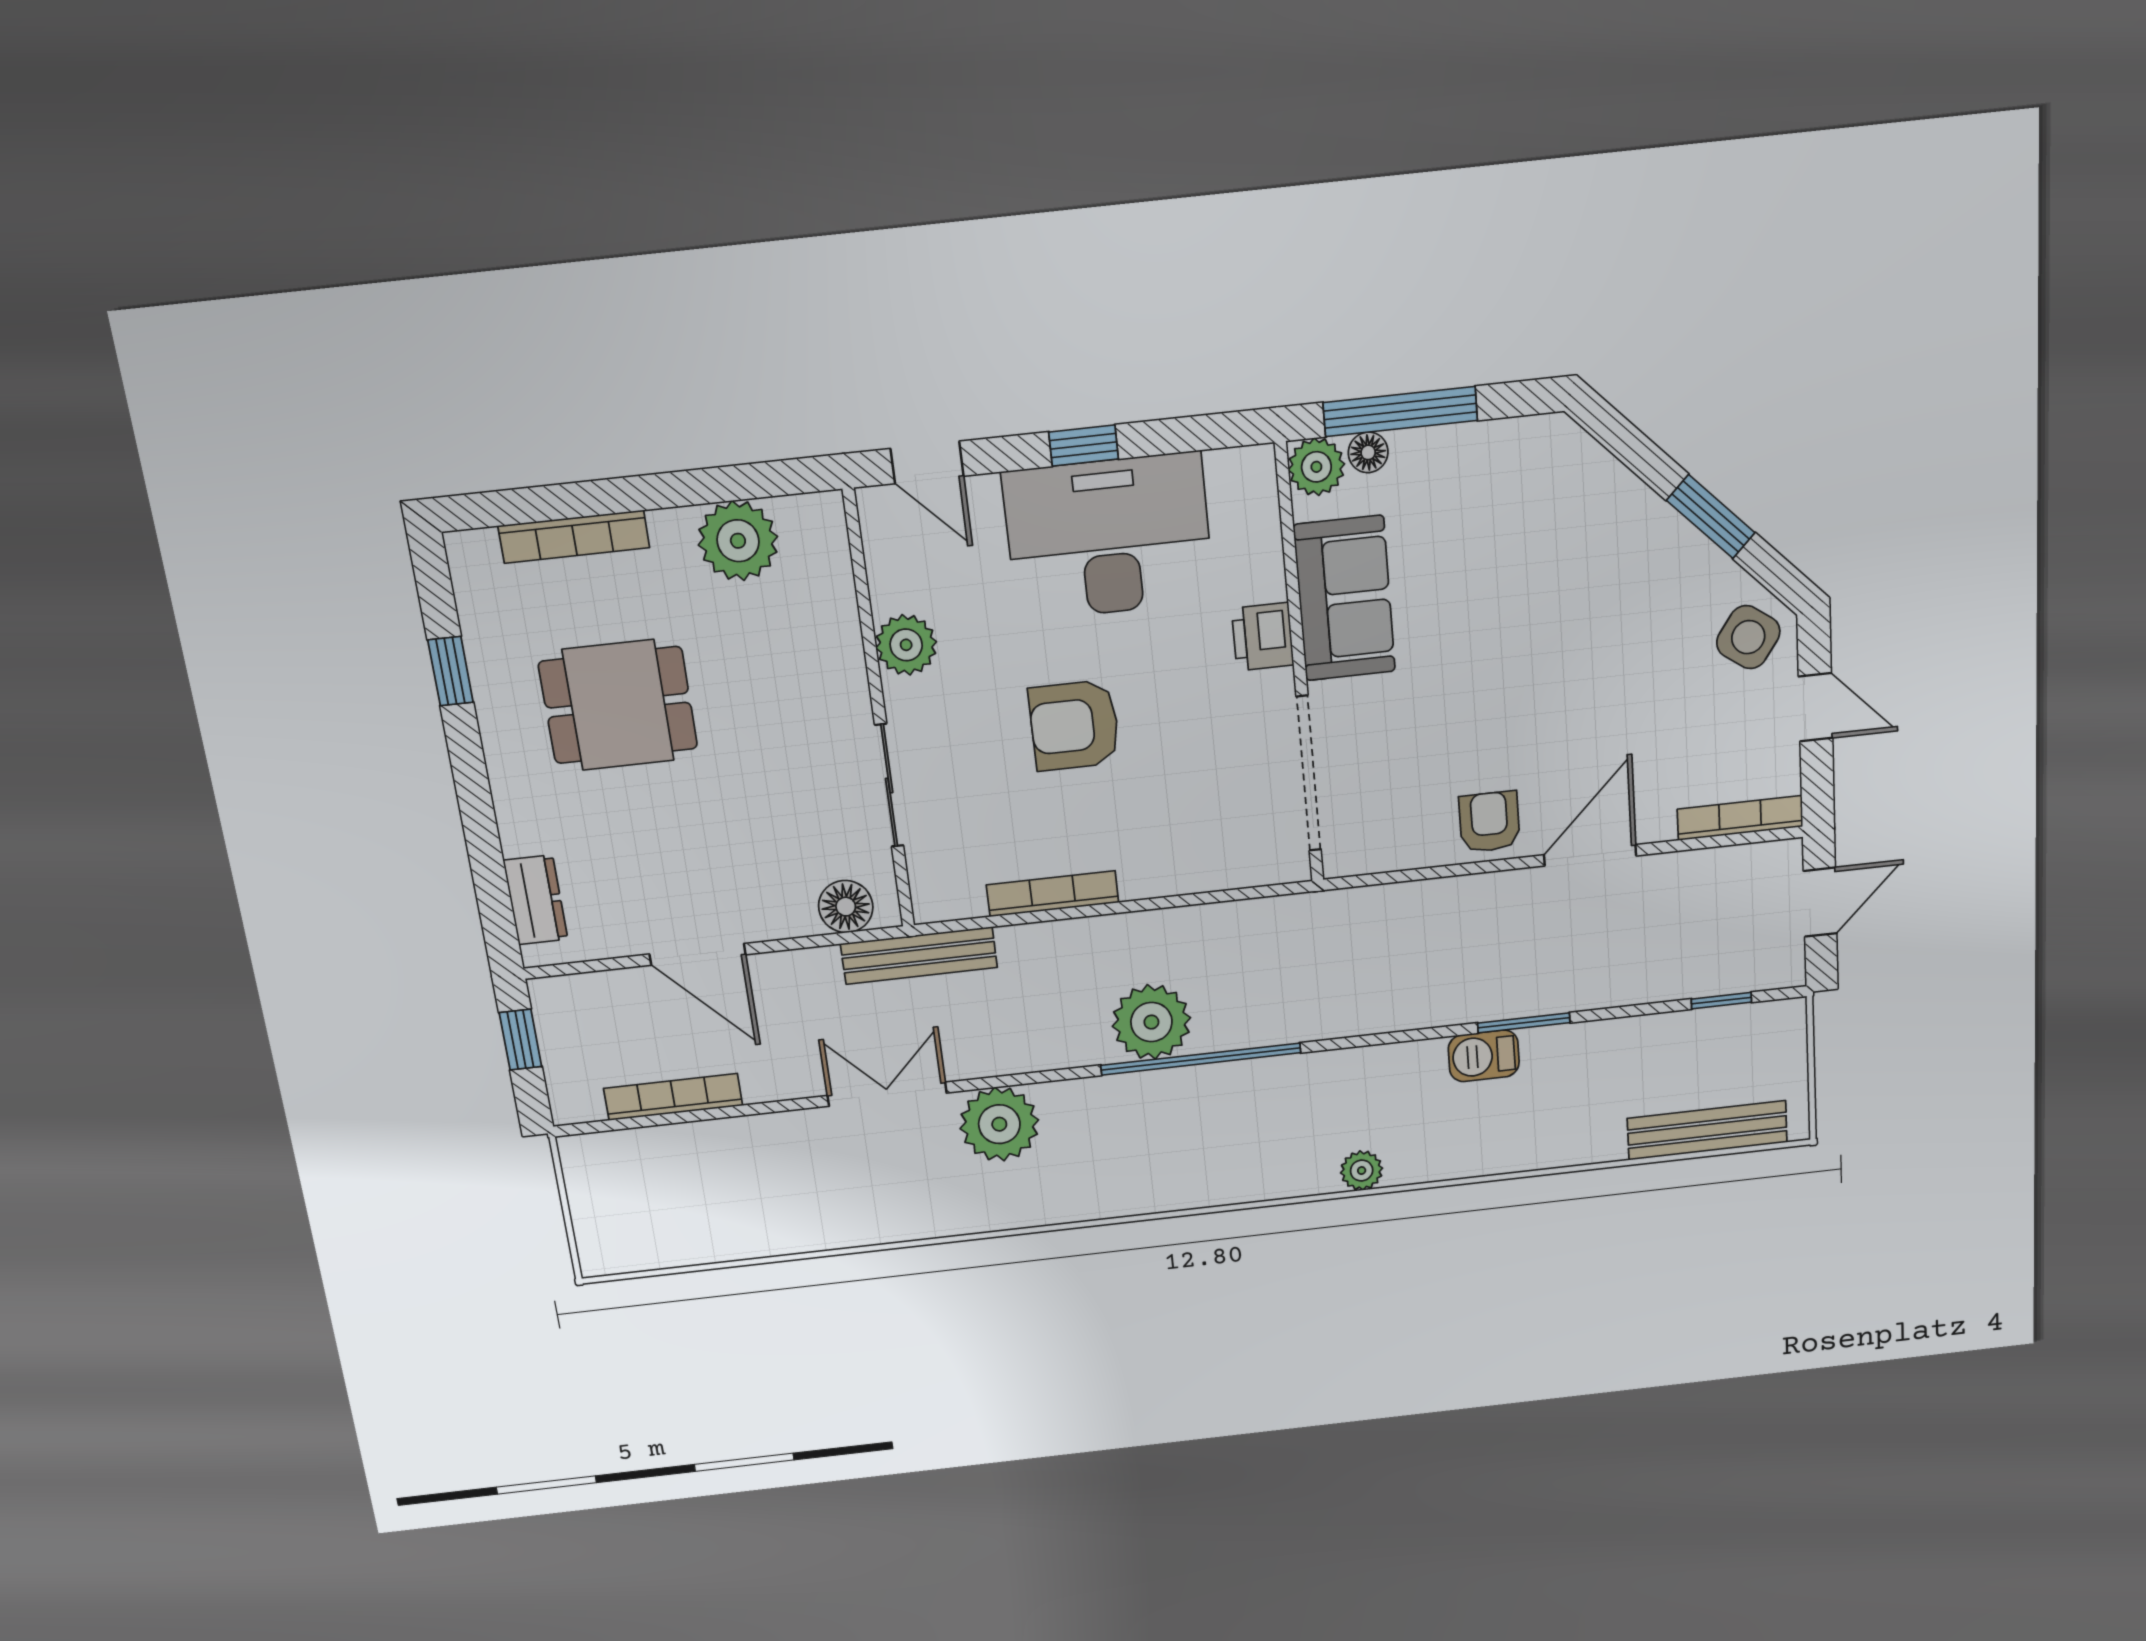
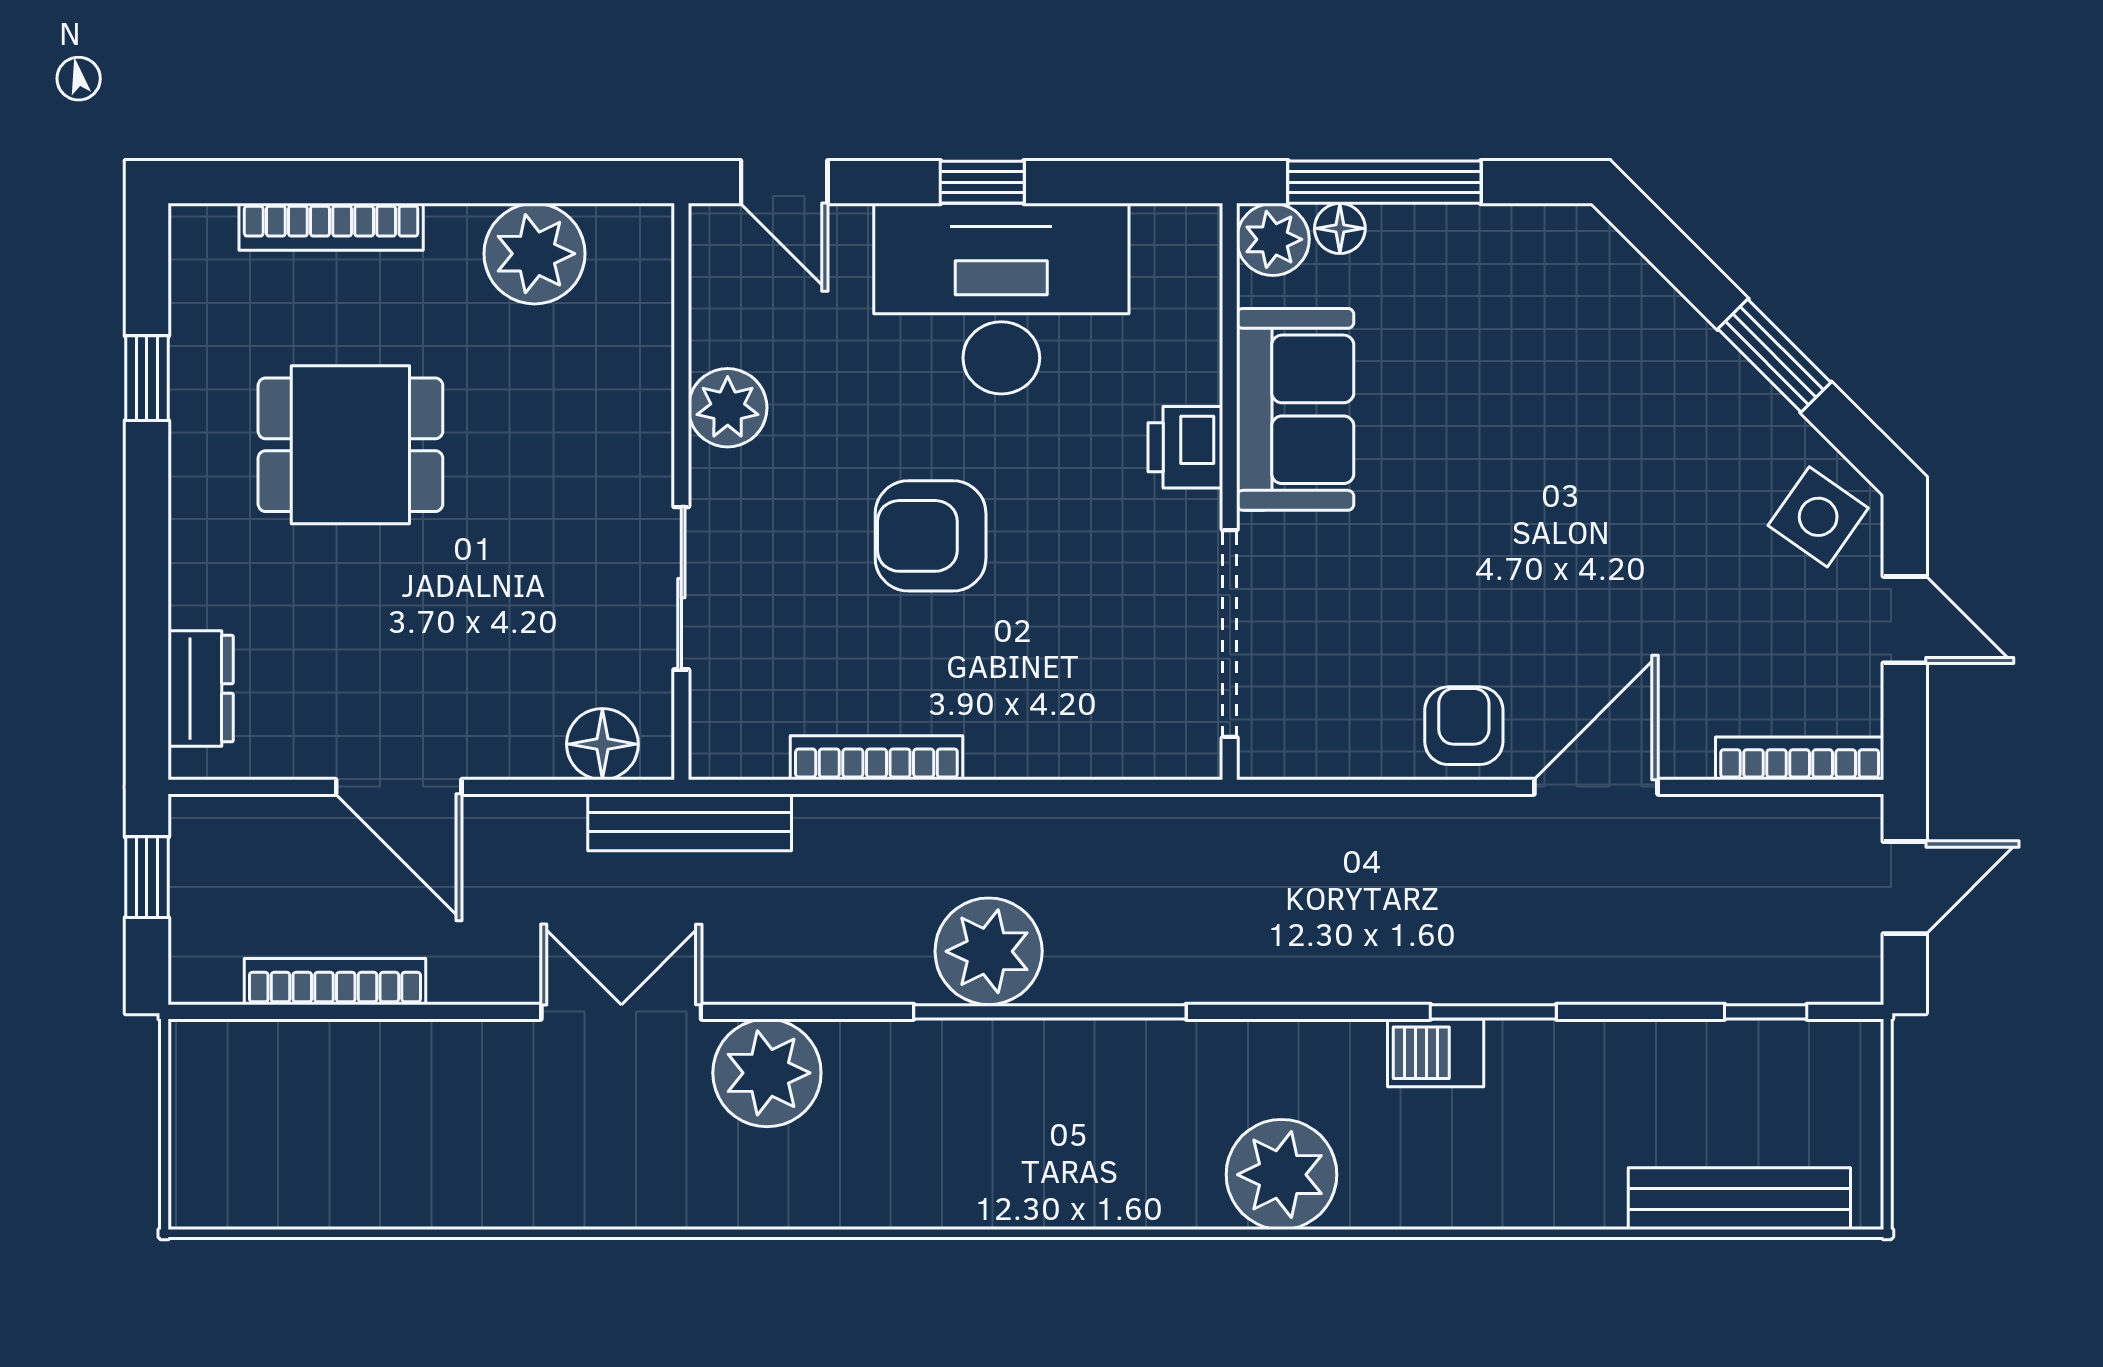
plant: (1362, 1171) -> (1281, 1175), width x1.88, depth x1.88

